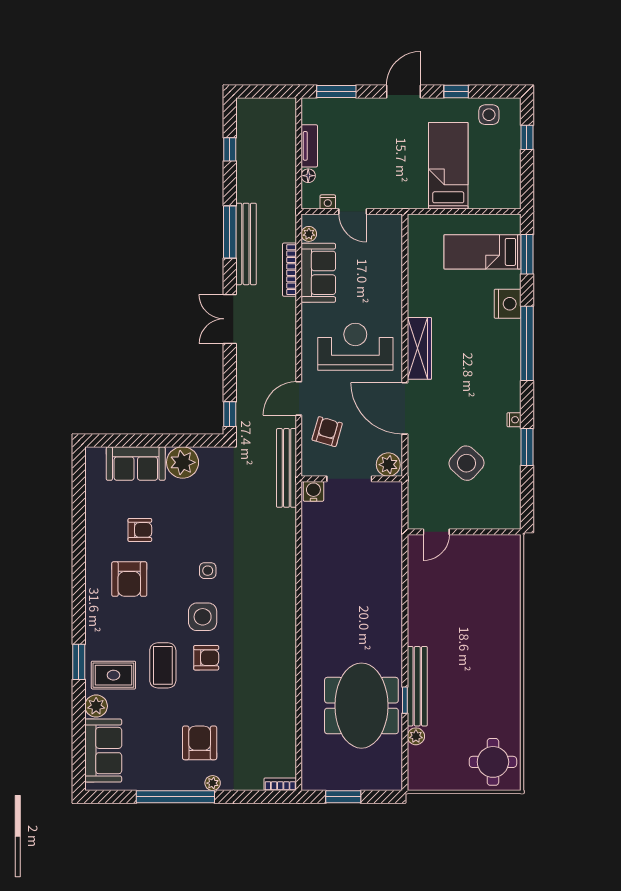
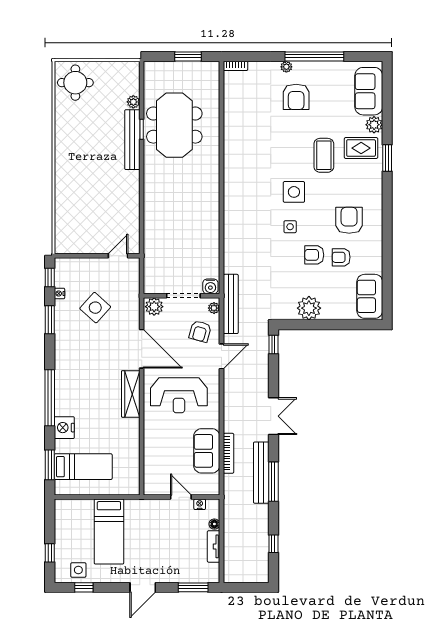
window: (456, 92) -> (84, 587), moved
plant: (309, 234) -> (214, 308), moved
nightstand: (514, 420) -> (59, 294), moved
sofa: (136, 464) -> (370, 296), moved, turned -90
window: (527, 503) -> (50, 277), added
armchair: (206, 658) -> (314, 255), moved

